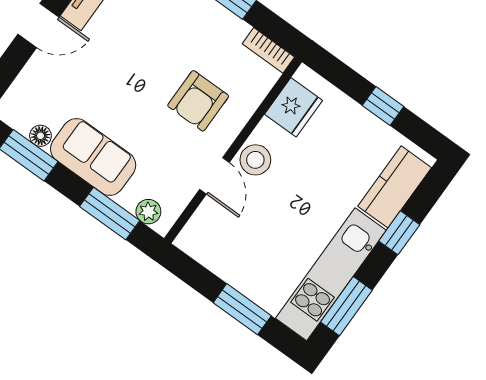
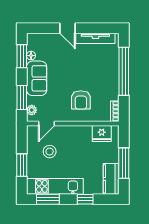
armchair: (198, 101) -> (81, 100), turned -90
window: (383, 106) -> (124, 163), width x2.17
stool: (255, 160) -> (50, 152), moved
door: (214, 176) -> (46, 124), moved
kitchen counter: (395, 187) -> (111, 179), moved, turned -90

